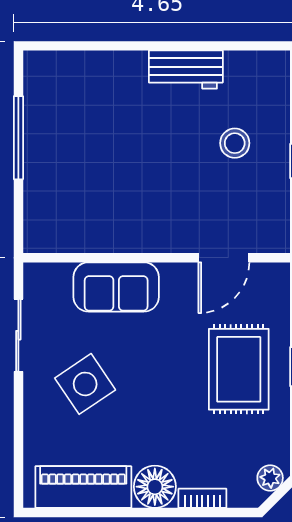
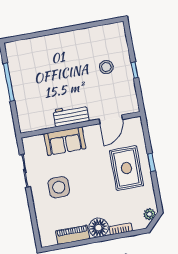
workbench: (186, 70) -> (71, 115), moved, turned 180
side table: (85, 384) -> (59, 187), turned 34
piano: (83, 487) -> (73, 235), width x0.73, depth x0.75

